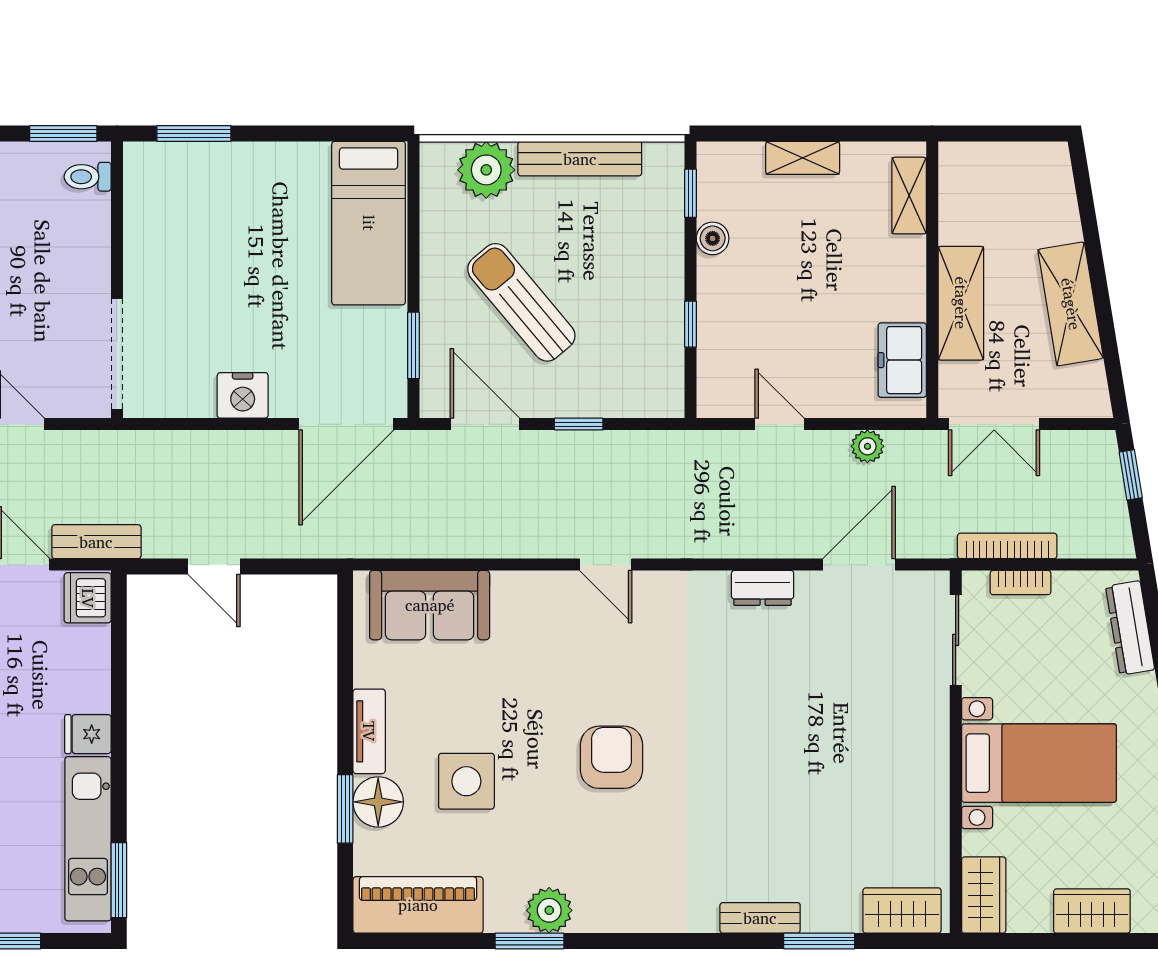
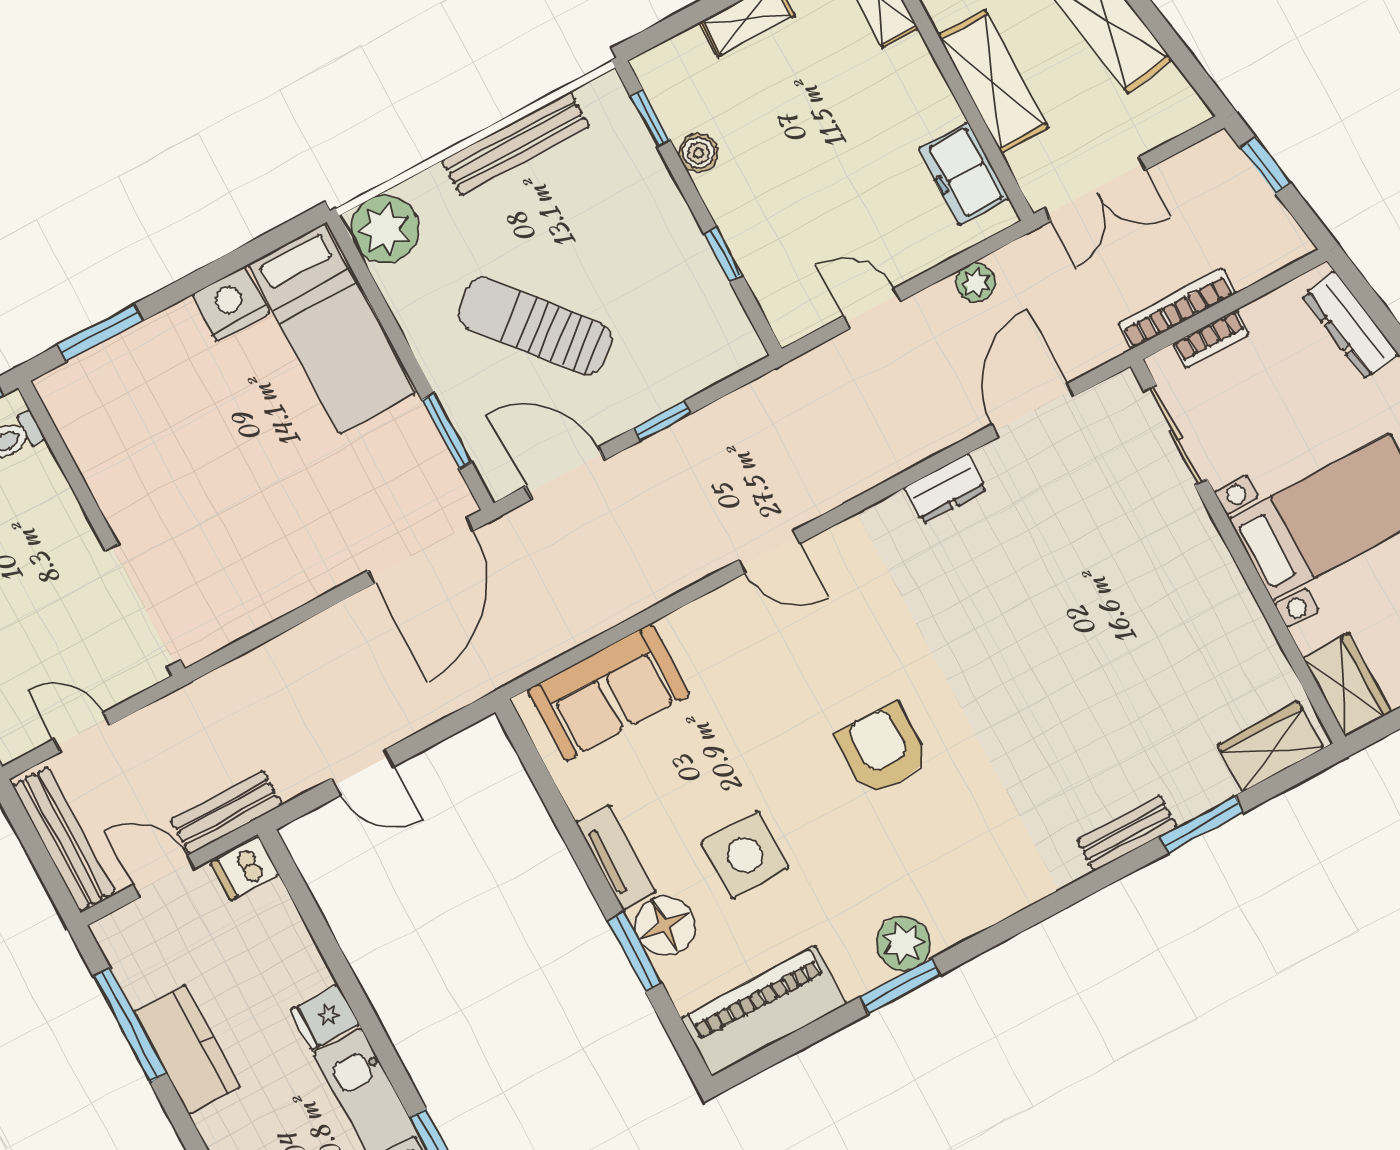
plant: (486, 170) -> (385, 229), moved
nightstand: (243, 395) -> (231, 304), moved, turned 180
dishwasher: (88, 598) -> (245, 868), width x0.73

